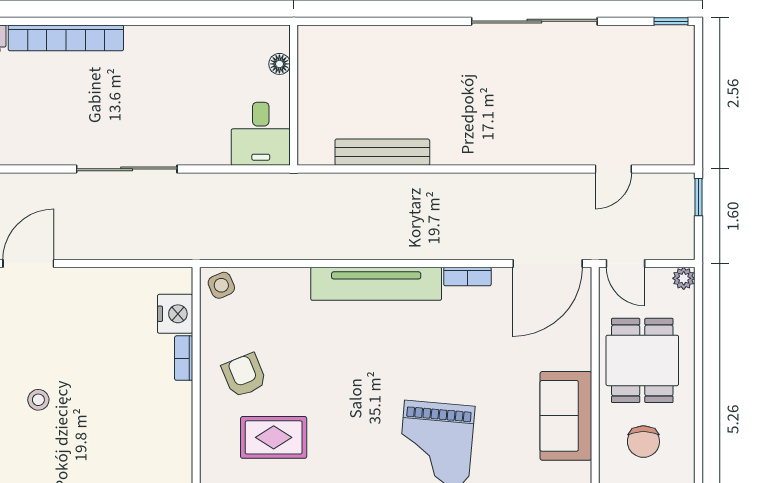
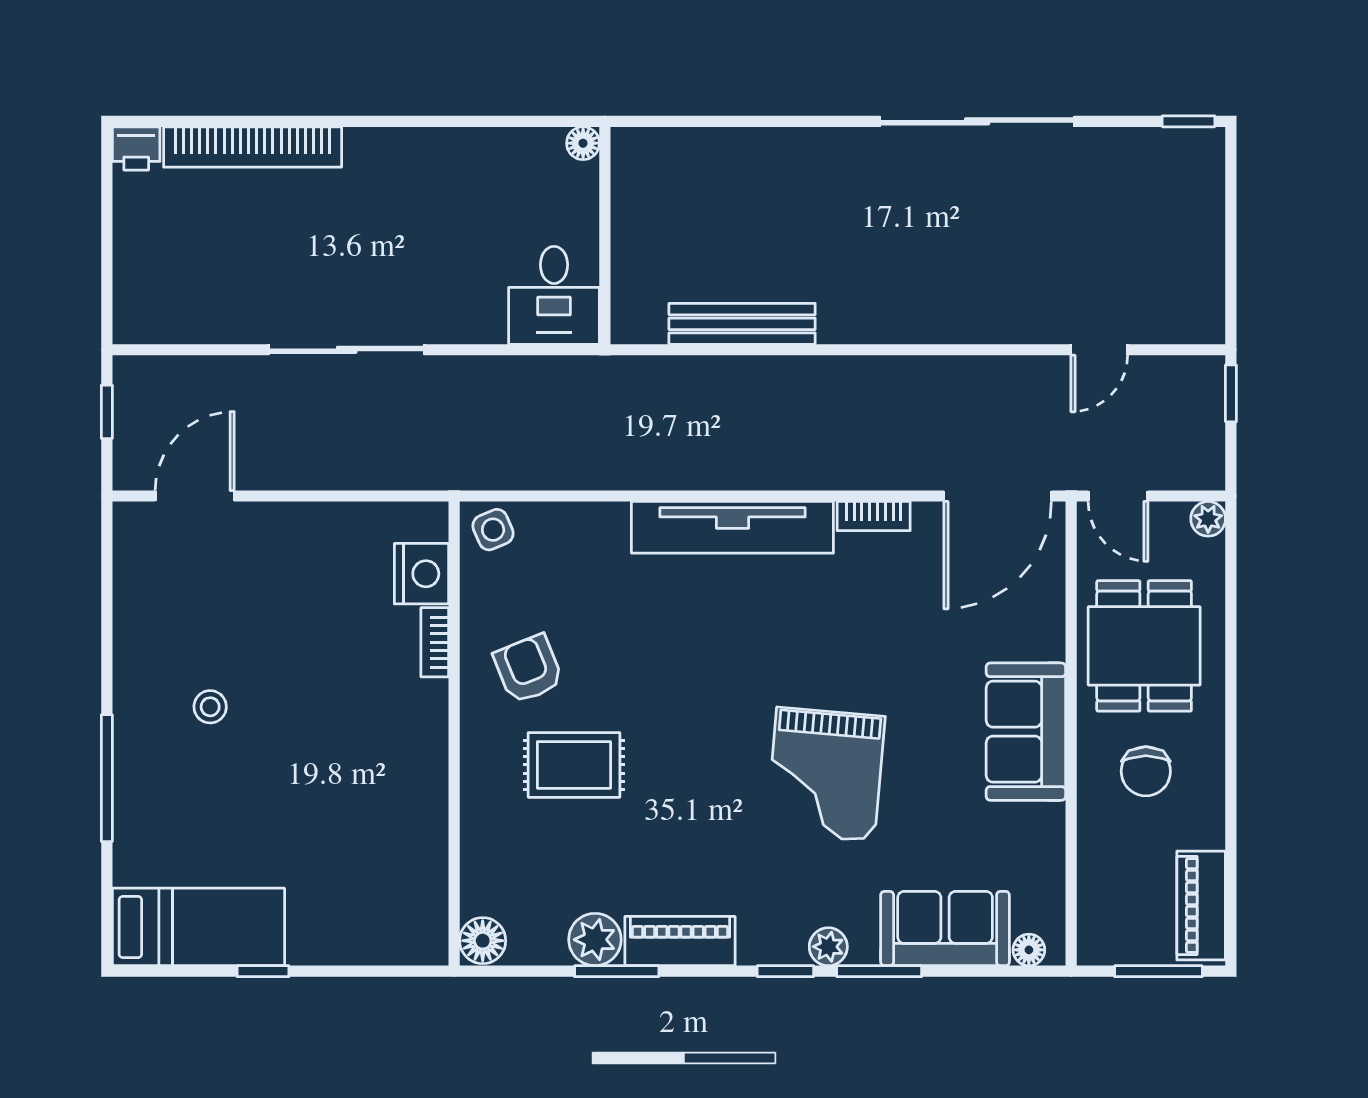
floor lamp: (279, 64) -> (583, 143), moved

